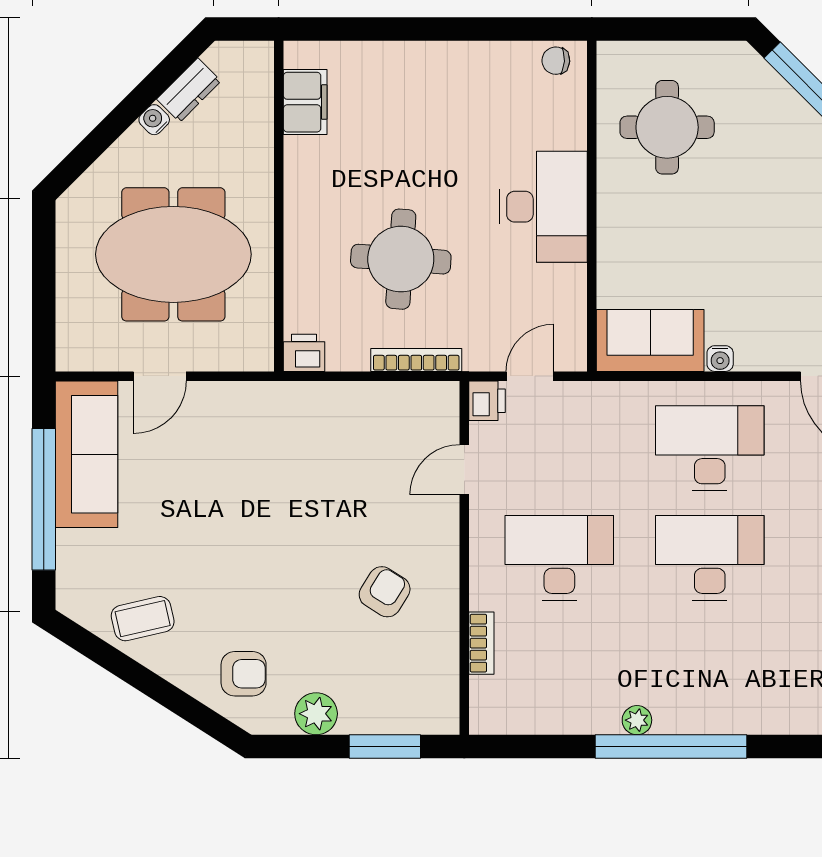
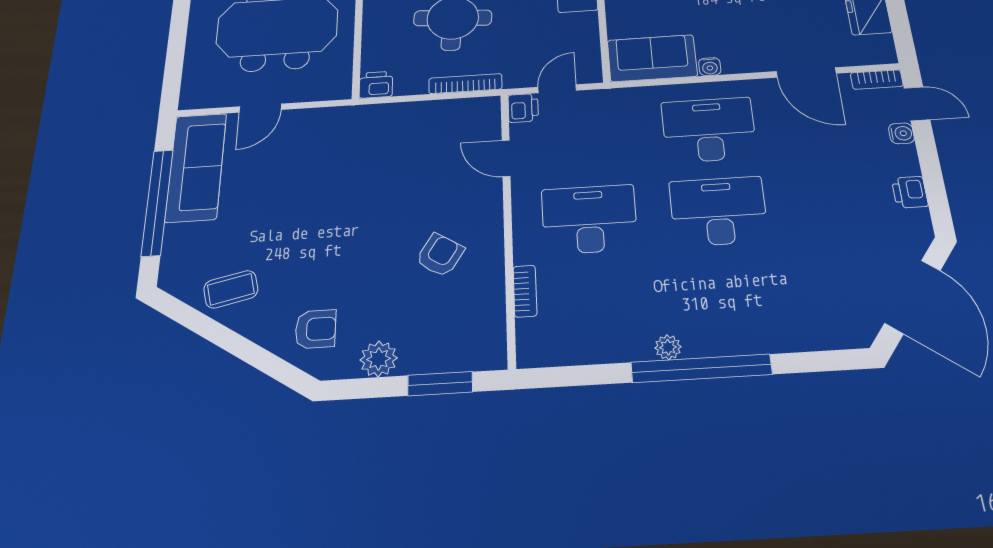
door: (464, 470) -> (506, 158), hinge flipped

